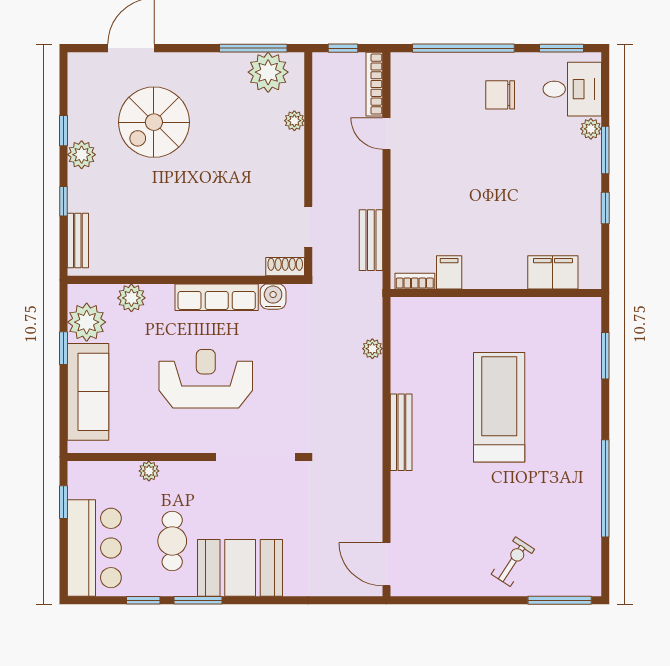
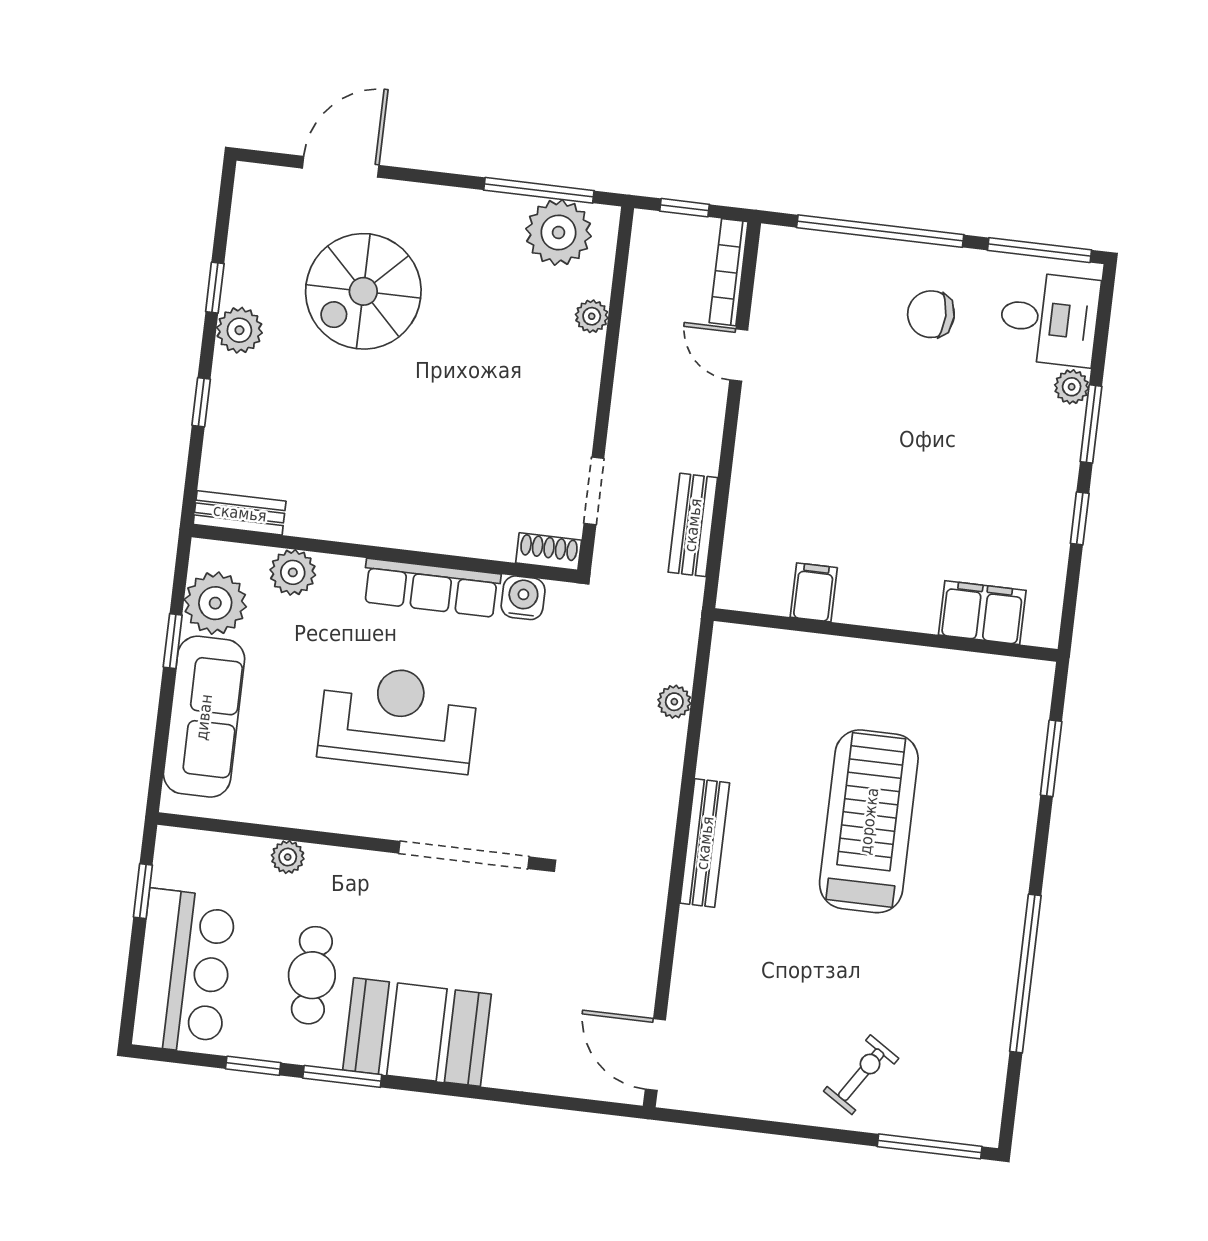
window: (561, 48) -> (1040, 250), width x1.44
bench: (78, 240) -> (240, 513), moved, turned 90
bookcase: (415, 281) -> (756, 600), removed

